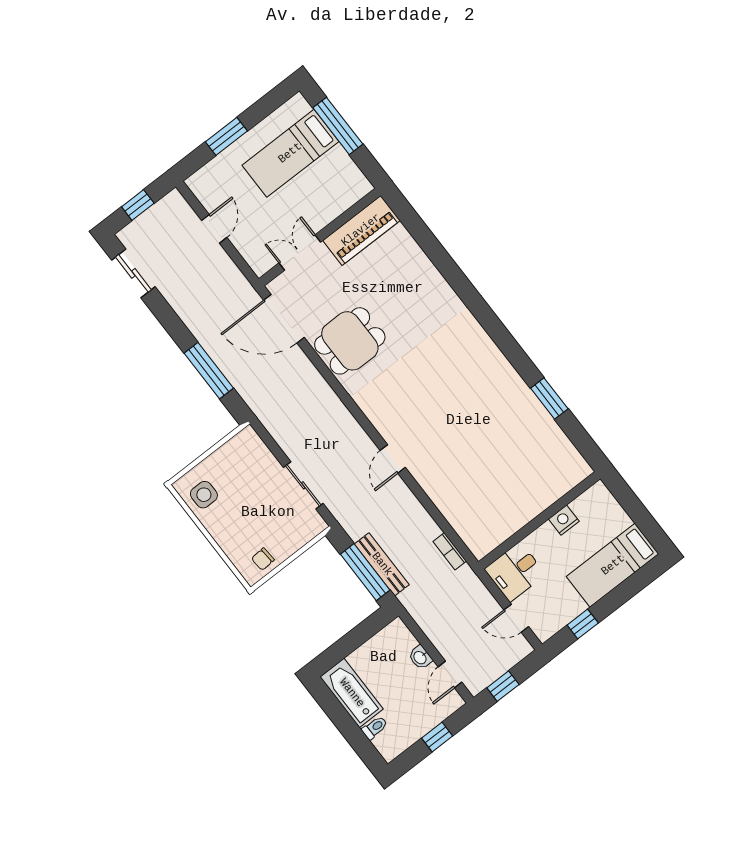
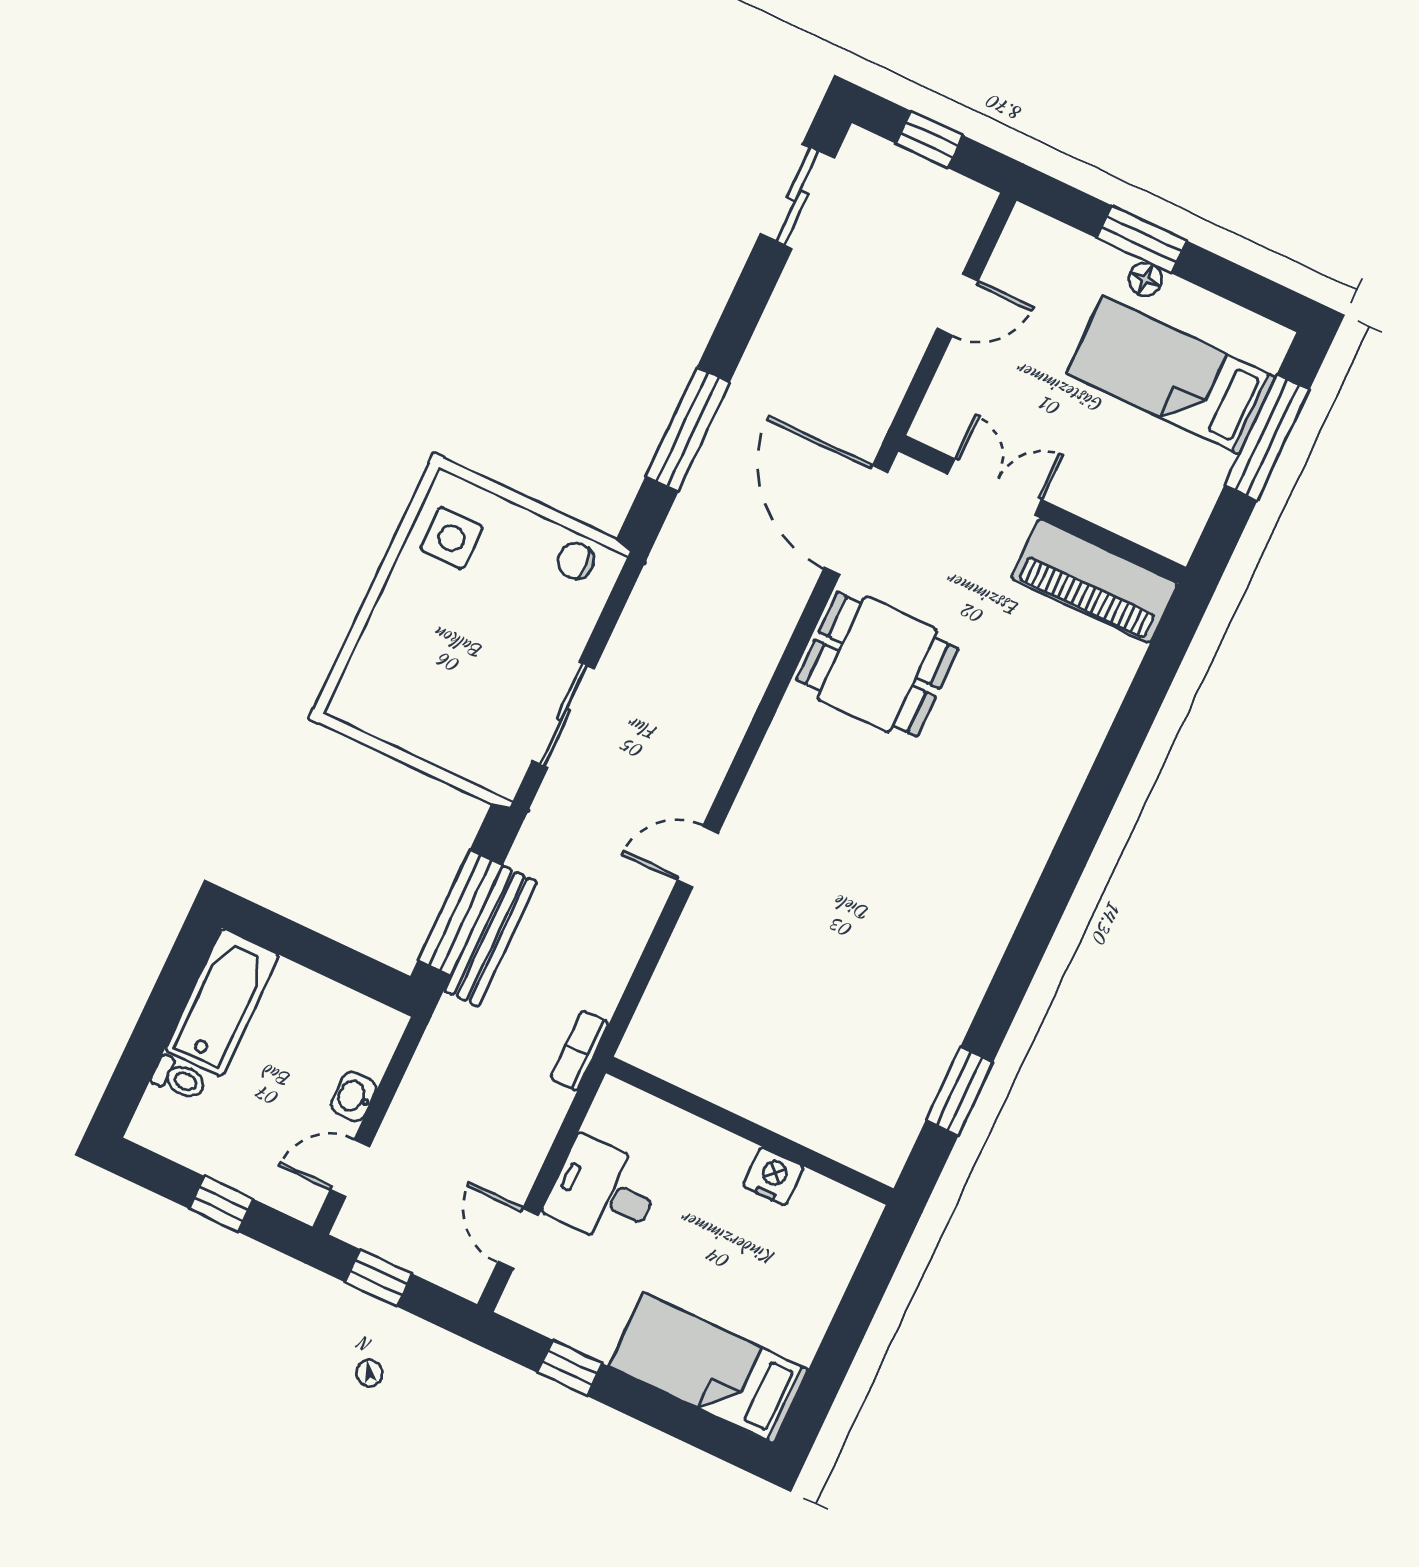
floor lamp: (244, 143) -> (1145, 279), added
wall: (539, 520) -> (750, 1131), moved
nightstand: (564, 520) -> (773, 1176), moved
chair: (263, 559) -> (576, 561), moved

